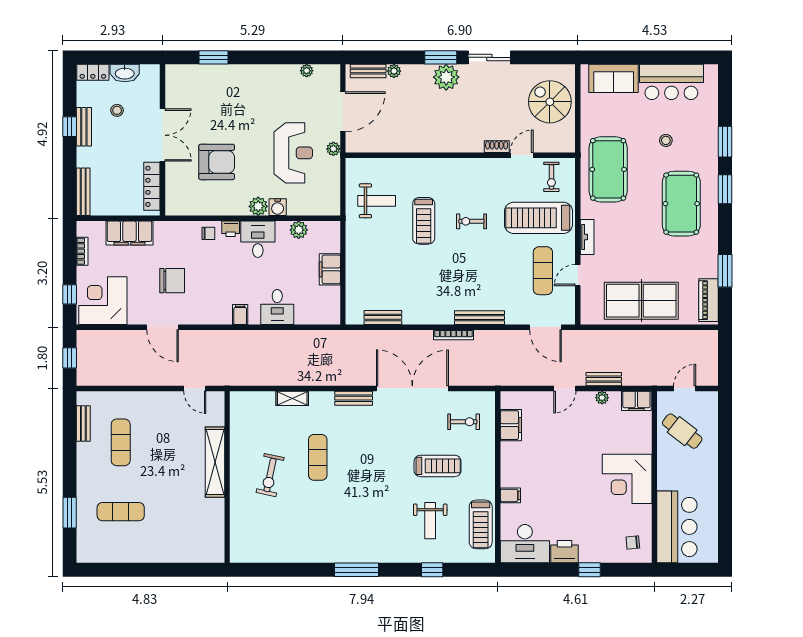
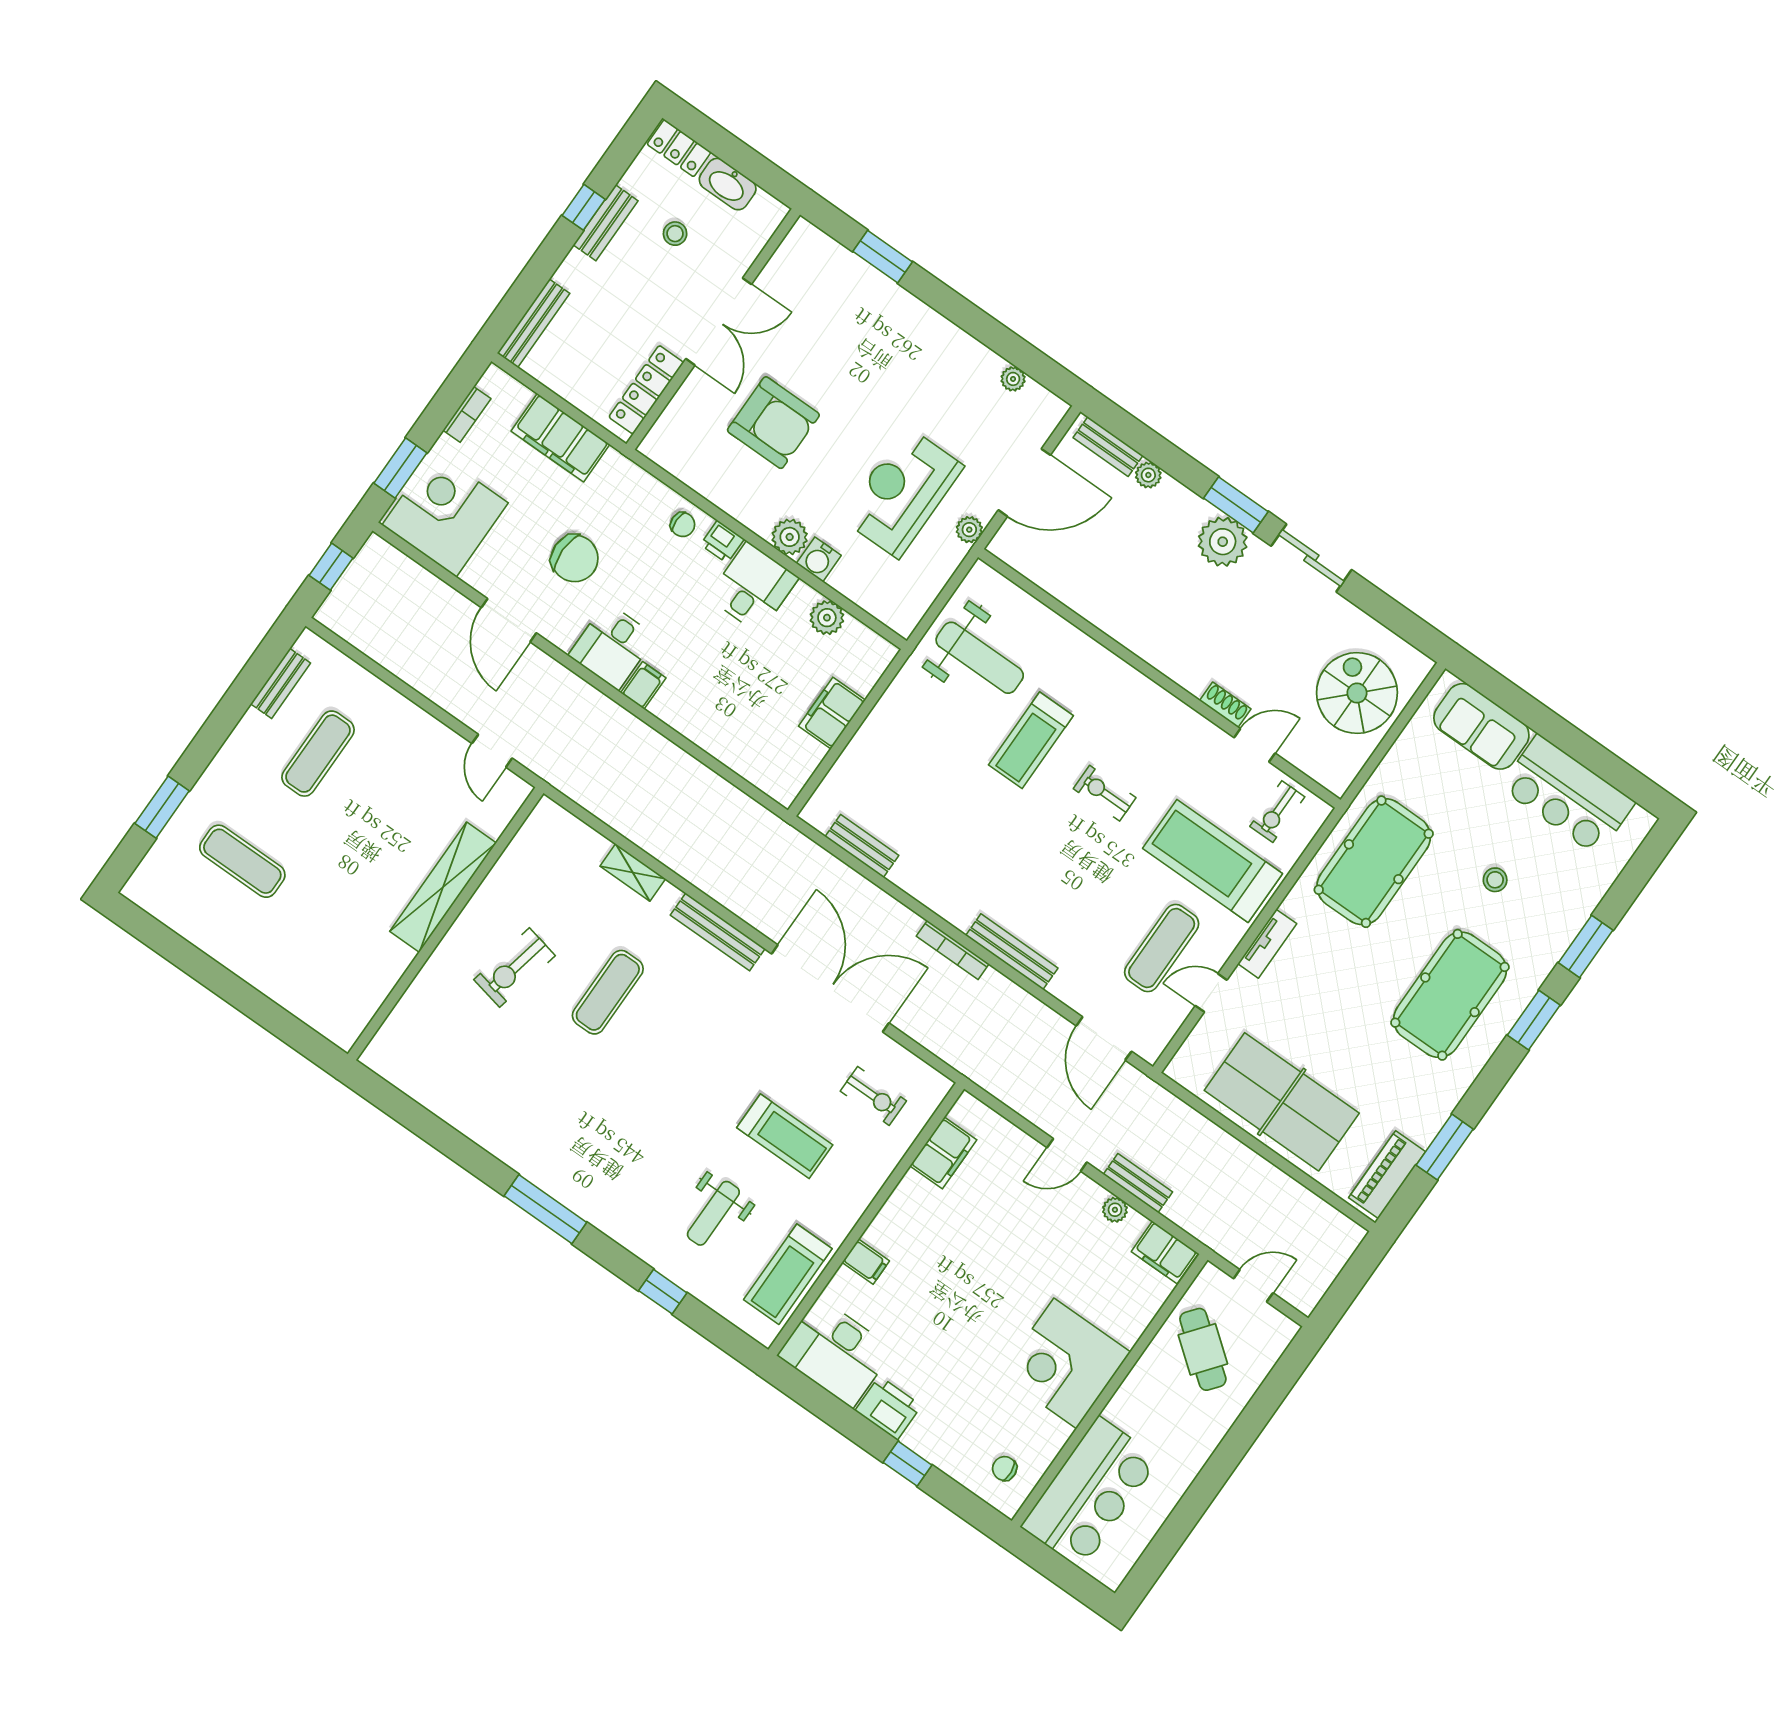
reception desk: (293, 153) -> (902, 492), turned 180
weight bench: (377, 201) -> (980, 658), width x1.36, depth x1.33
window: (70, 294) -> (400, 468), width x1.50
desk: (277, 307) -> (612, 646), moved
bench: (354, 398) -> (718, 932), width x1.36

